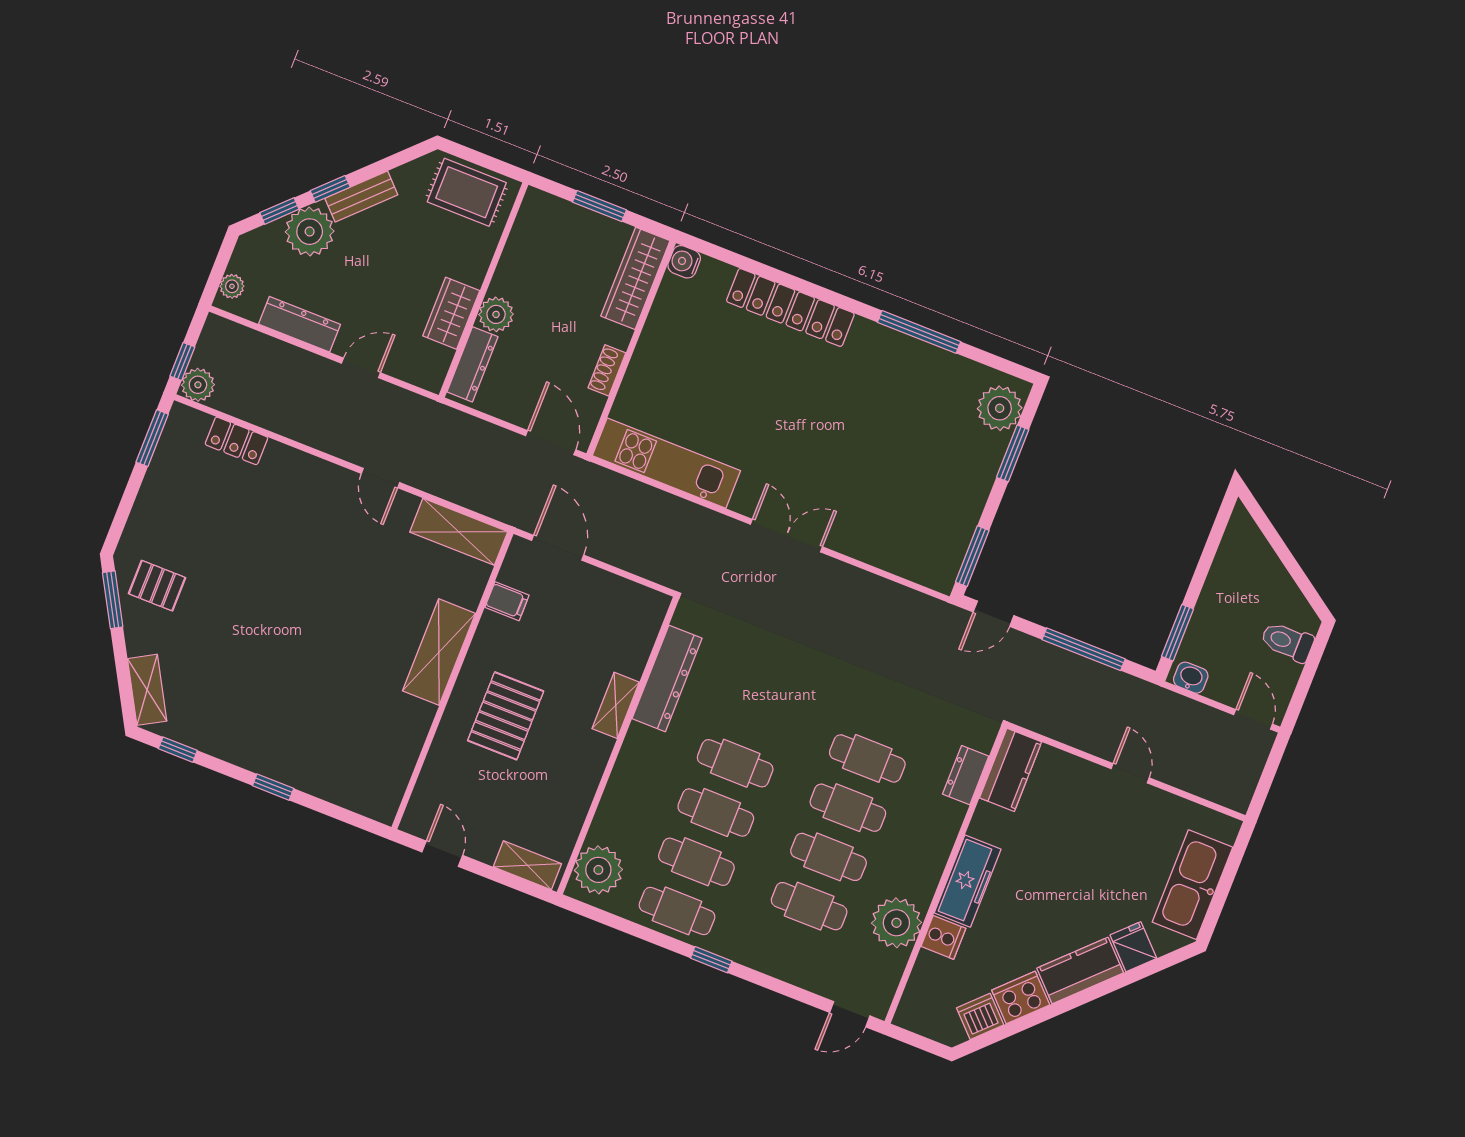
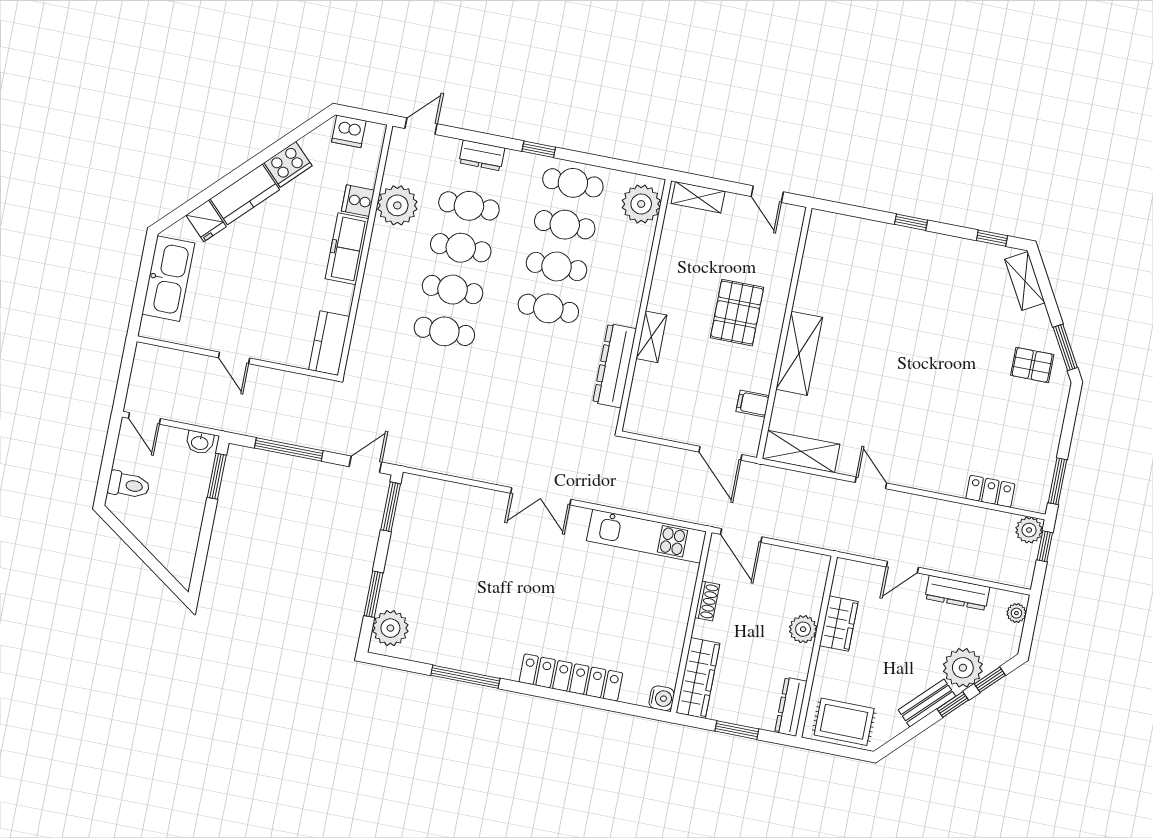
dresser: (472, 364) -> (791, 707), moved
dresser: (966, 775) -> (482, 155), moved, turned 90
dishwasher: (980, 1016) -> (349, 131), moved, turned 45

